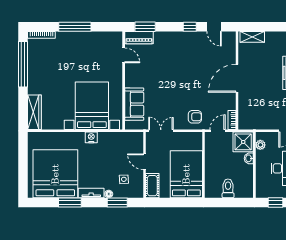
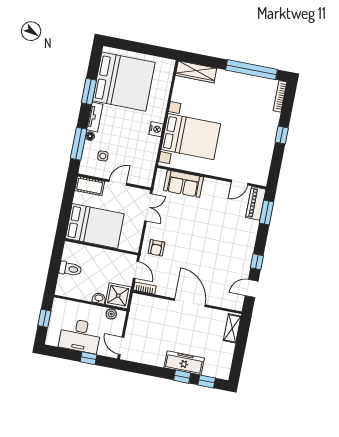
window: (75, 27) -> (282, 135), width x0.46
window: (117, 203) -> (79, 144), width x1.44

